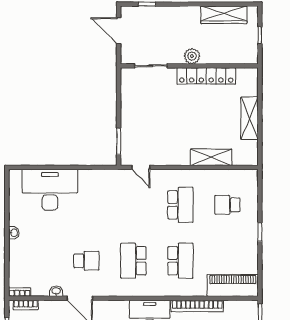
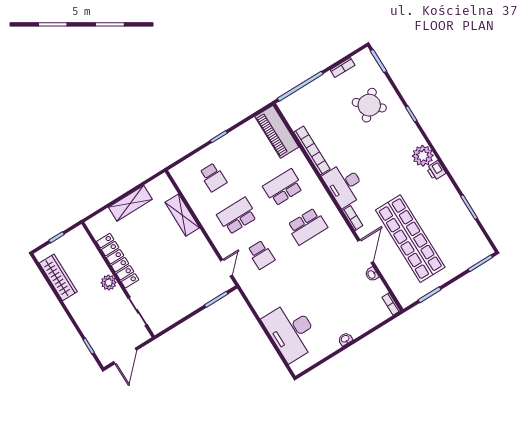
school desk: (86, 261) -> (261, 255), moved, turned 180
bookcase: (26, 305) -> (353, 218), moved

